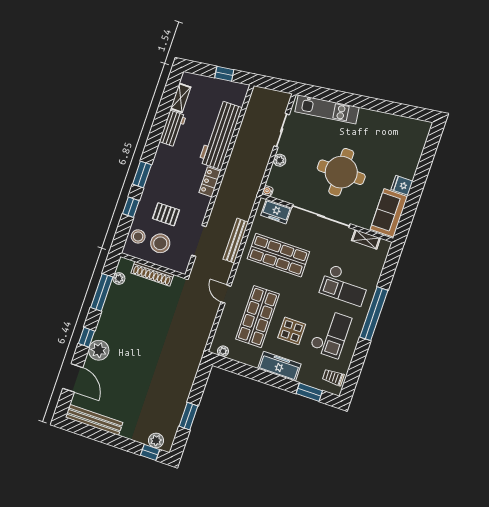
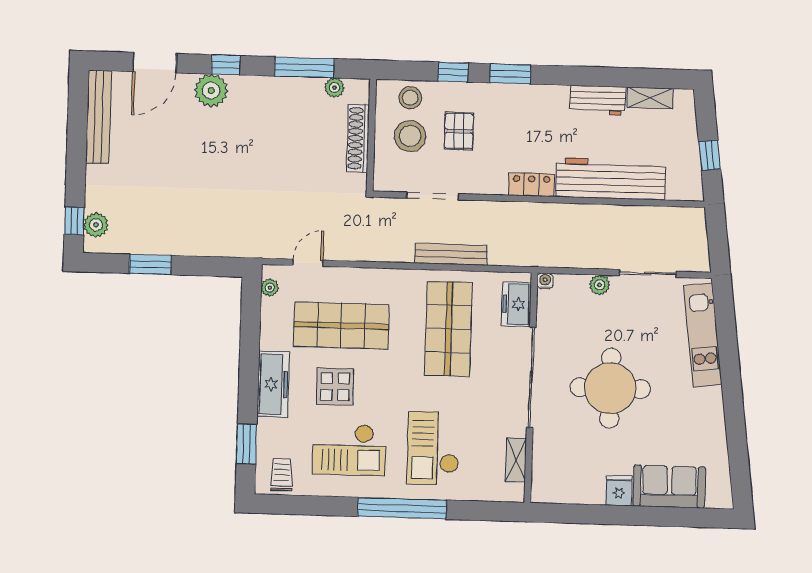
sofa: (389, 213) -> (669, 487), moved
door: (226, 294) -> (308, 263), moved

